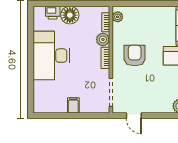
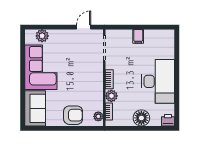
printer: (53, 13) -> (168, 120), moved
armchair: (135, 55) -> (73, 115), moved, turned -90
door: (134, 116) -> (84, 27), hinge flipped

